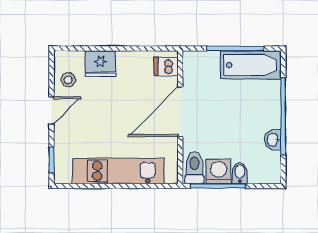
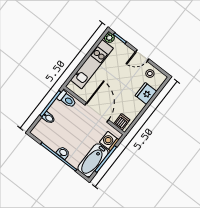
door: (51, 110) -> (142, 55), hinge flipped
washbasin: (273, 140) -> (63, 153), moved
washing machine: (218, 171) -> (109, 141), moved, turned 180
plant: (62, 175) -> (109, 38), added

